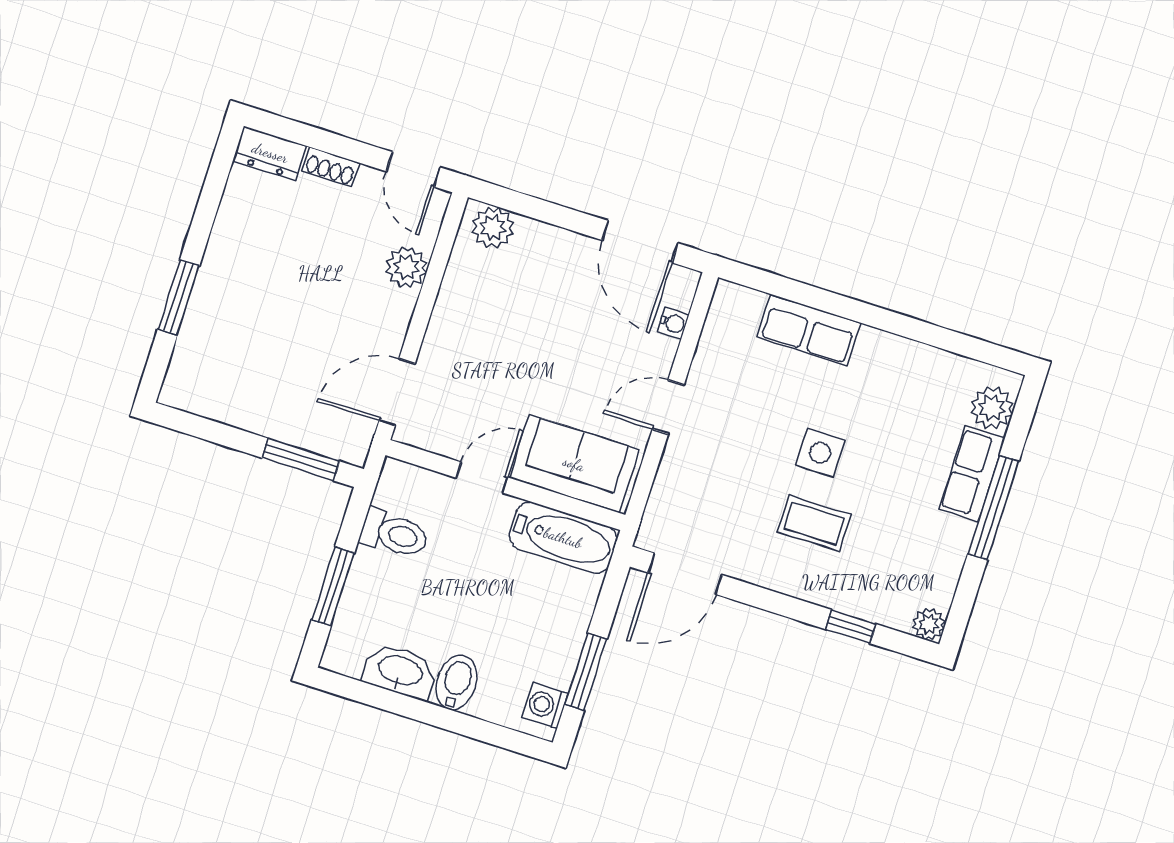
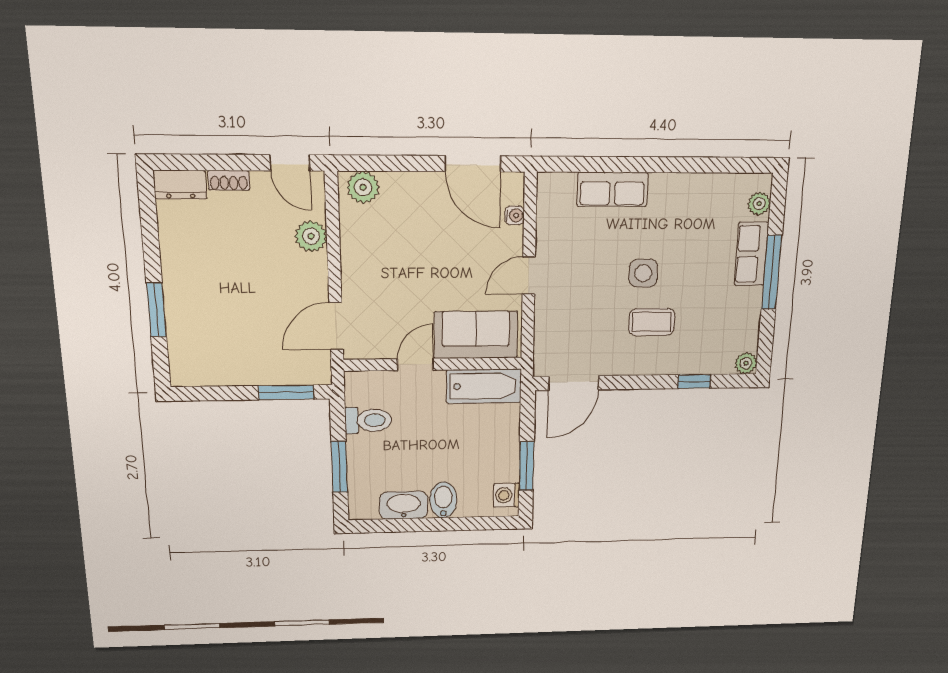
plant: (992, 408) -> (759, 204), width x0.73, depth x0.73

